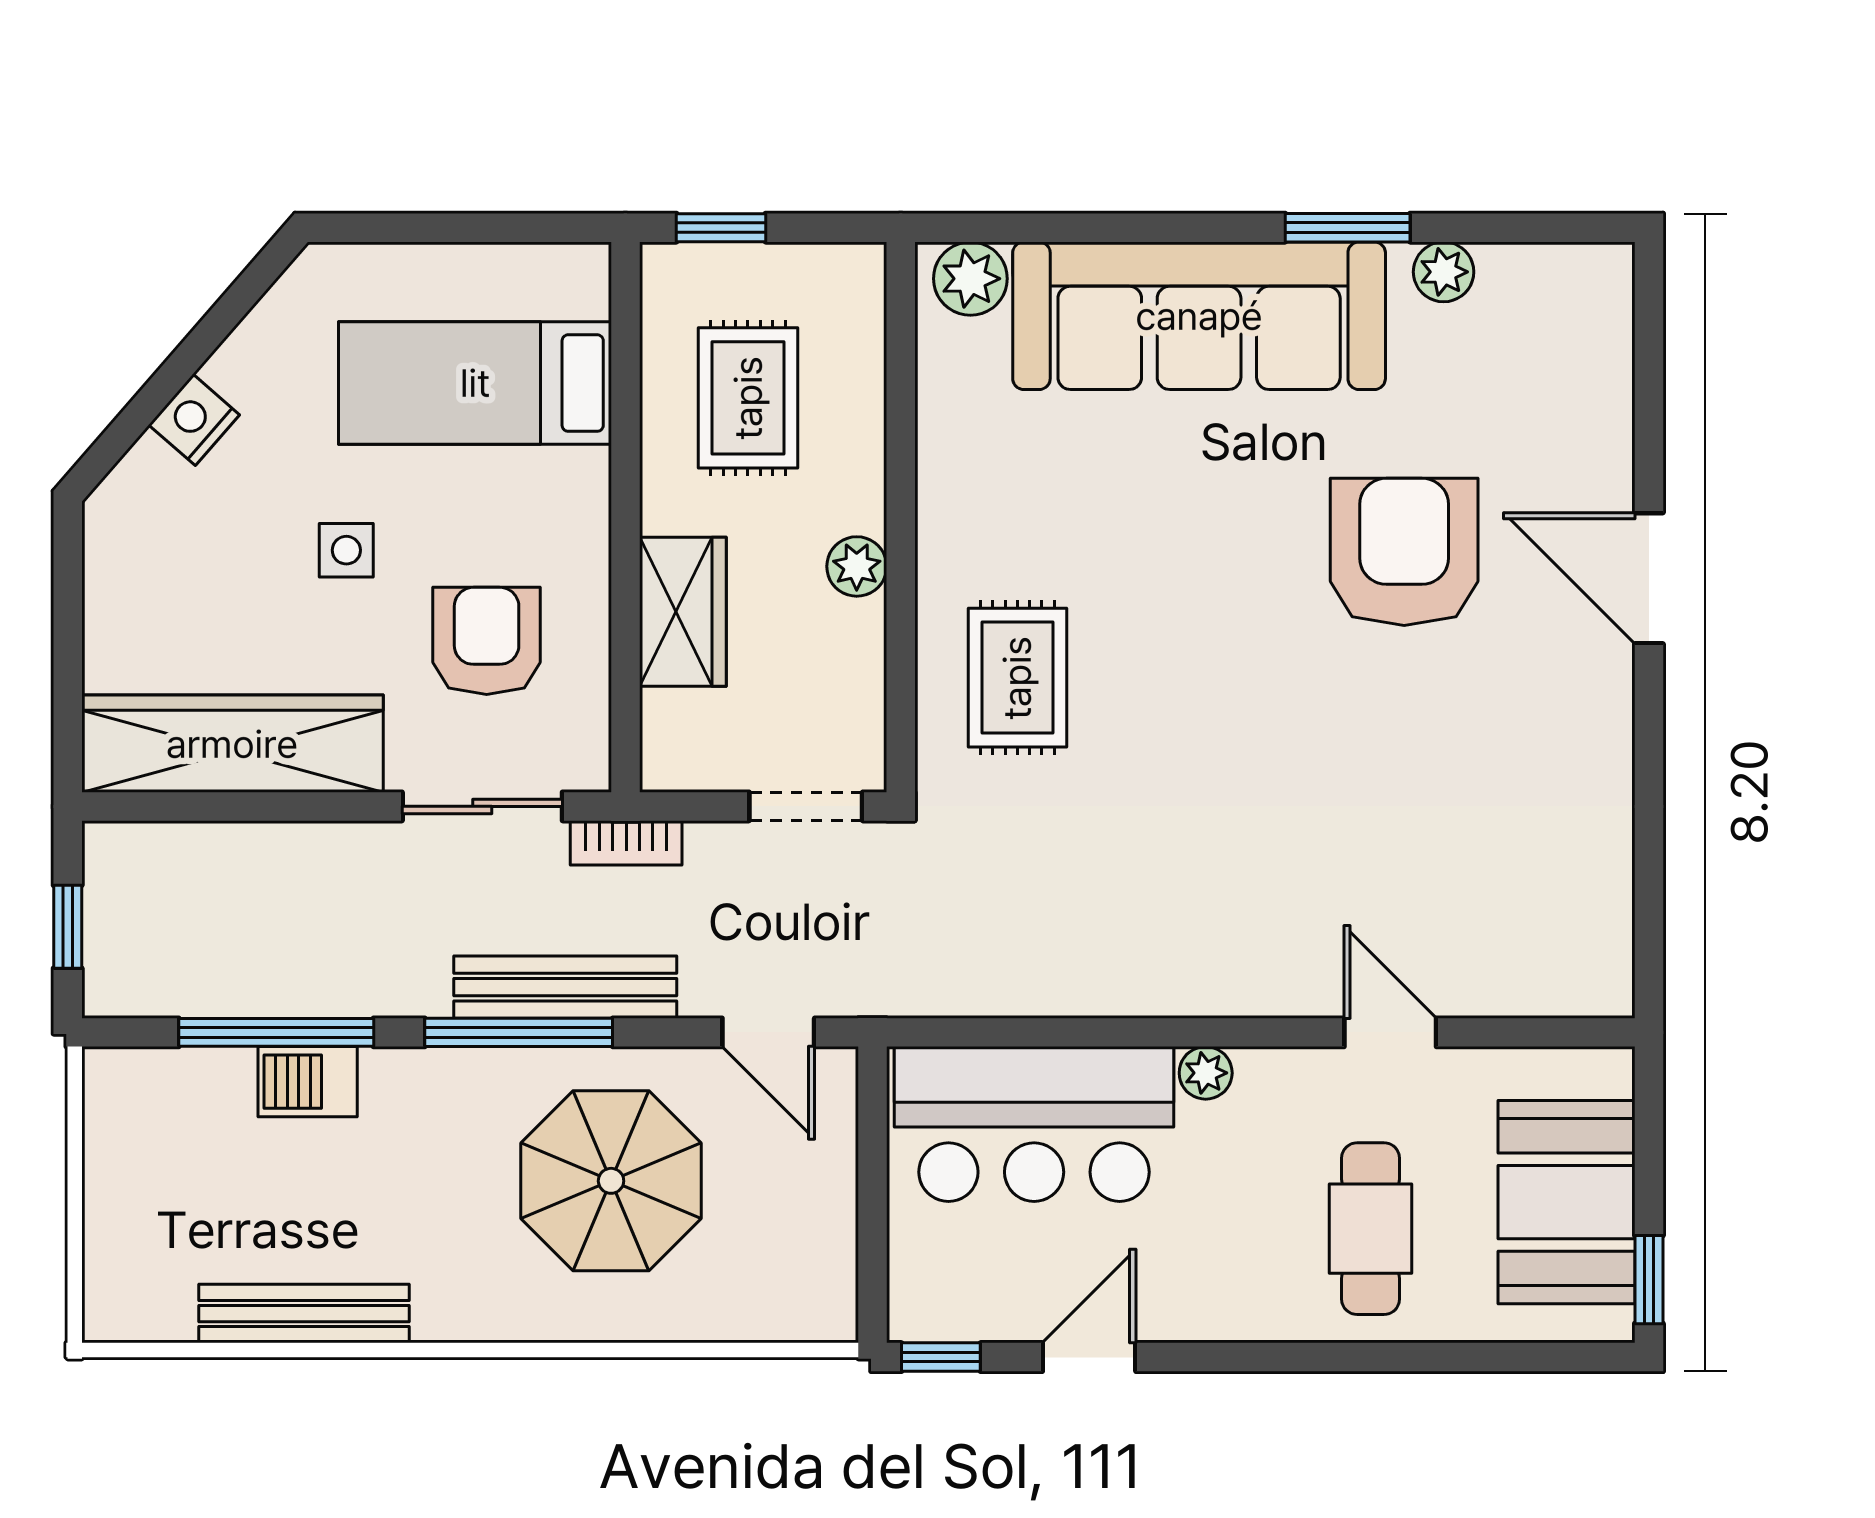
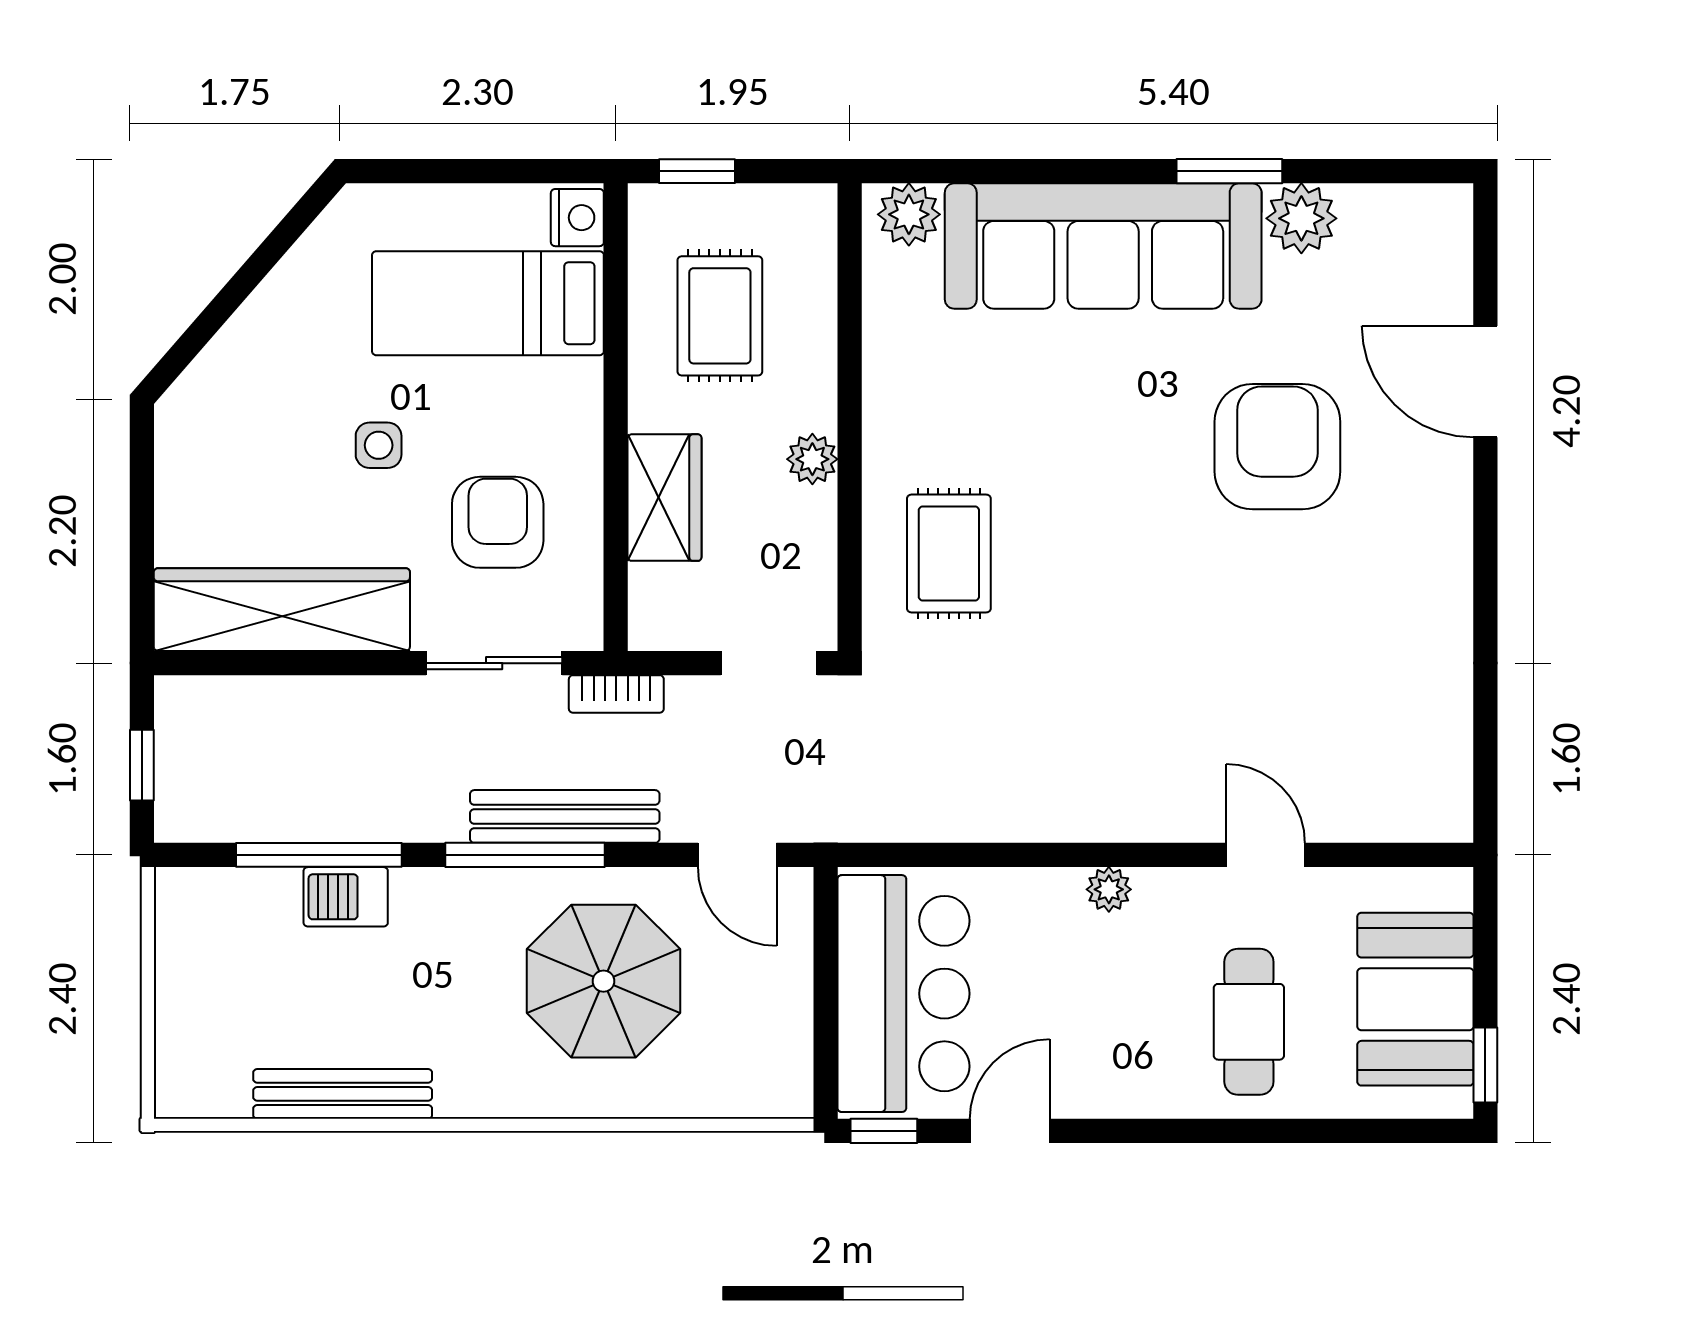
plant: (1444, 272) -> (1301, 218), width x1.38, depth x1.38
nightstand: (194, 420) -> (577, 218), moved, turned 139
door: (1649, 578) -> (1485, 382), moved
bar counter: (1034, 1124) -> (904, 994), moved, turned -90

